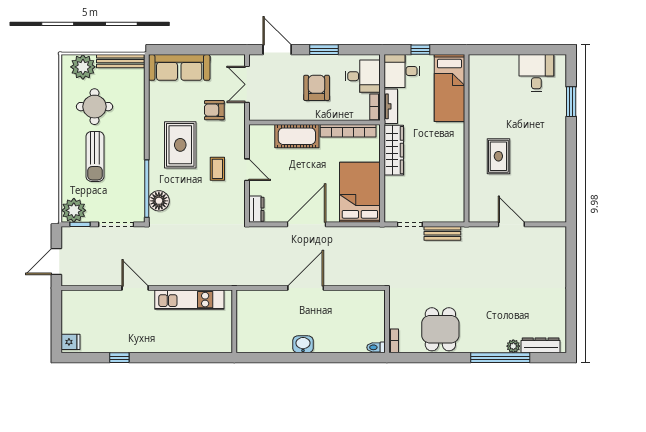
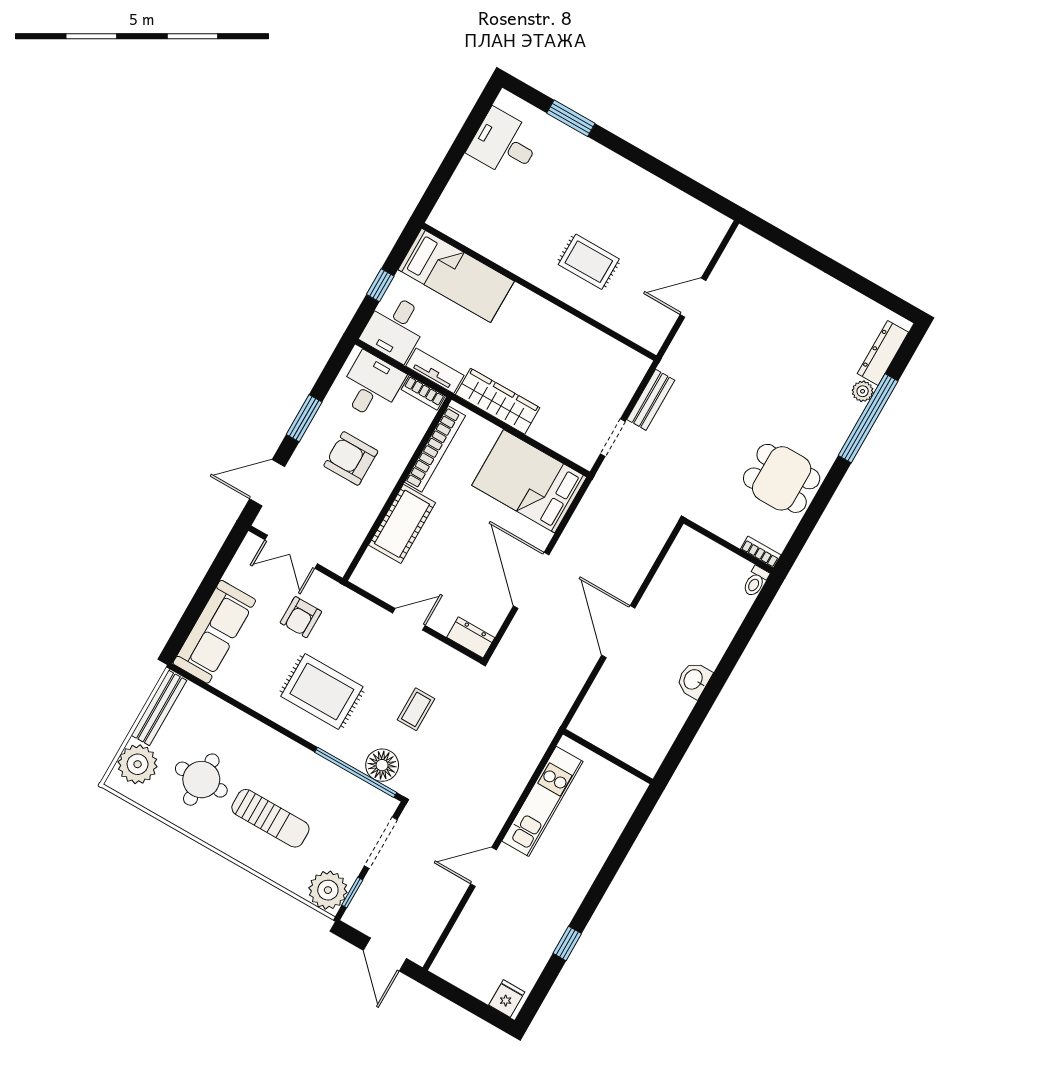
coffee table: (217, 169) -> (416, 709), moved, turned 90

